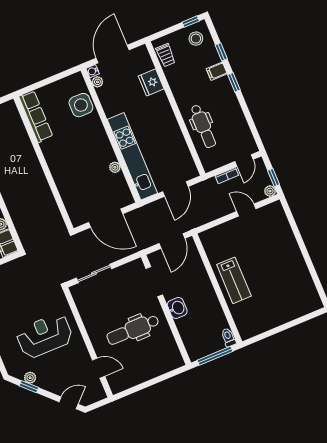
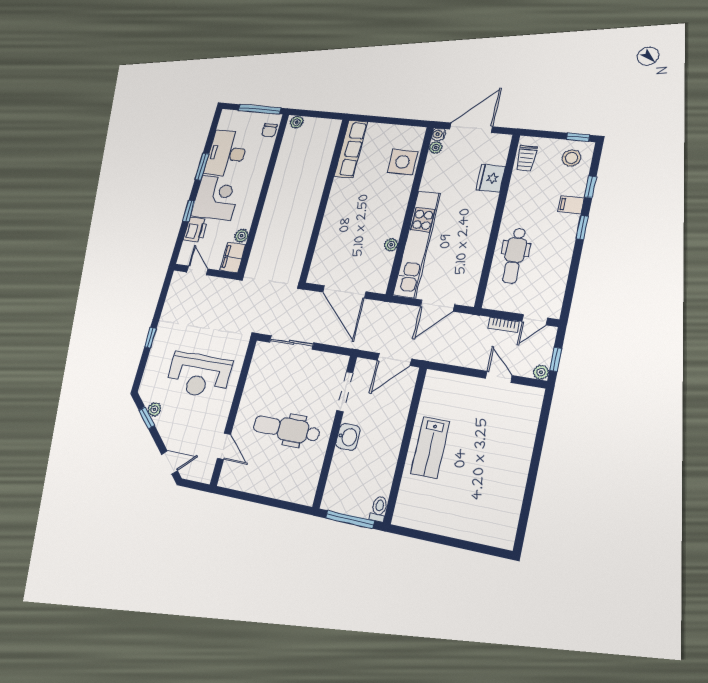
reception desk: (44, 336) -> (199, 375), turned 180

